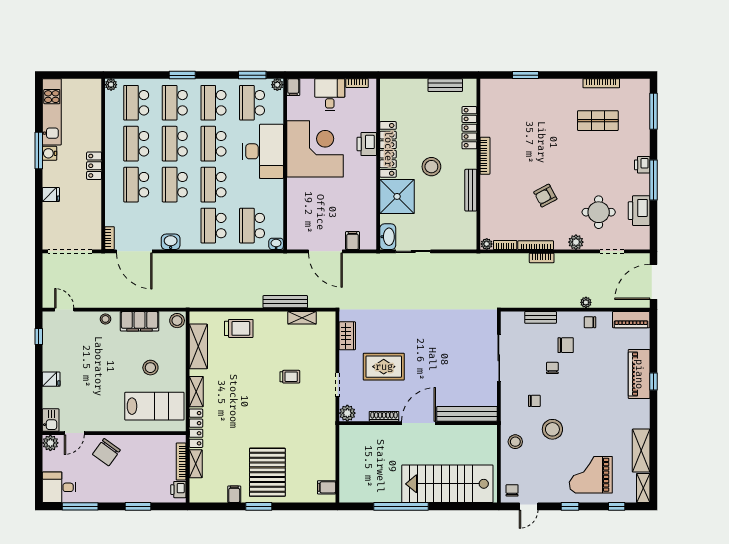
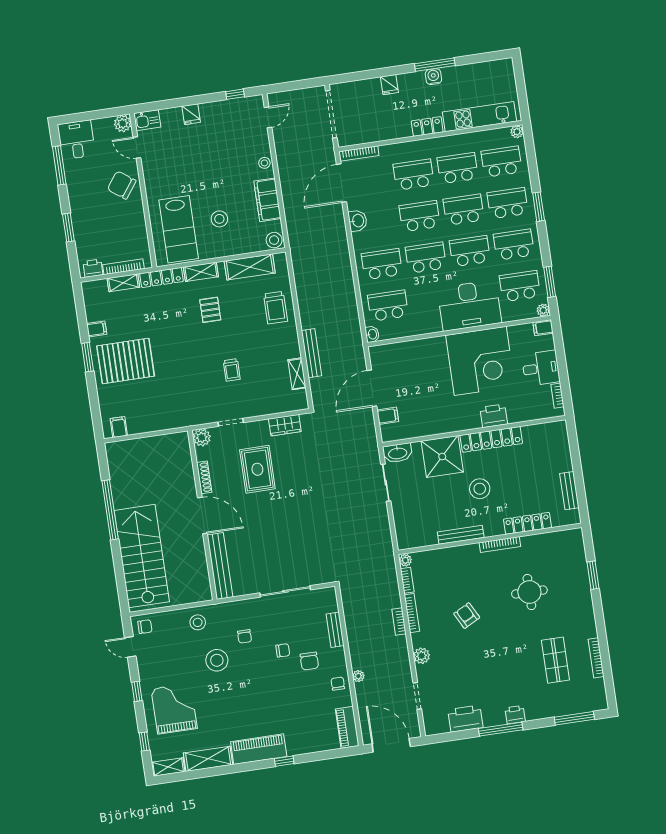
kitchen unit: (52, 112) -> (479, 117), moved, turned 180
round table: (599, 212) -> (529, 592), moved
bookcase: (110, 238) -> (359, 154), width x1.56
piano: (639, 374) -> (259, 749), moved
pallet: (232, 388) -> (210, 310), added

